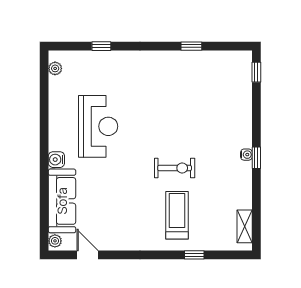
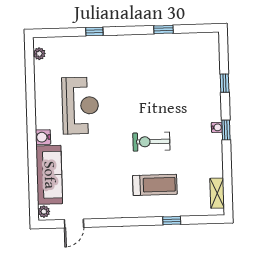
window: (101, 46) -> (94, 32), moved
window: (256, 72) -> (225, 83), moved
exercise bike: (175, 168) -> (151, 142), turned 180
treadmill: (177, 215) -> (155, 185), turned 90
door: (87, 255) -> (74, 223), swing flipped

